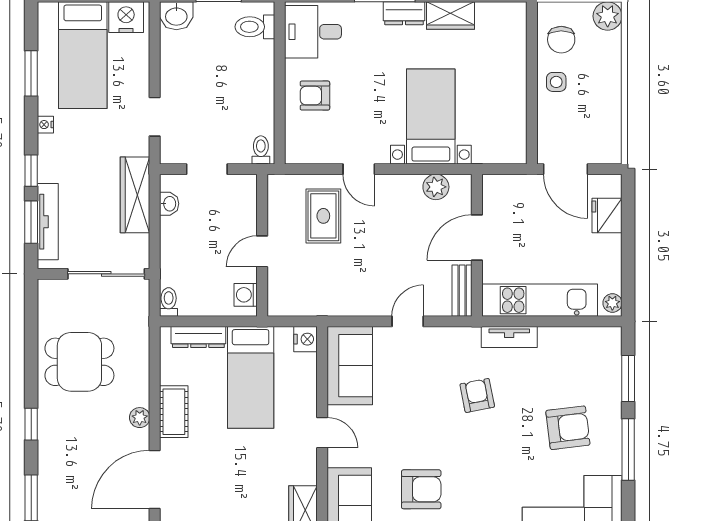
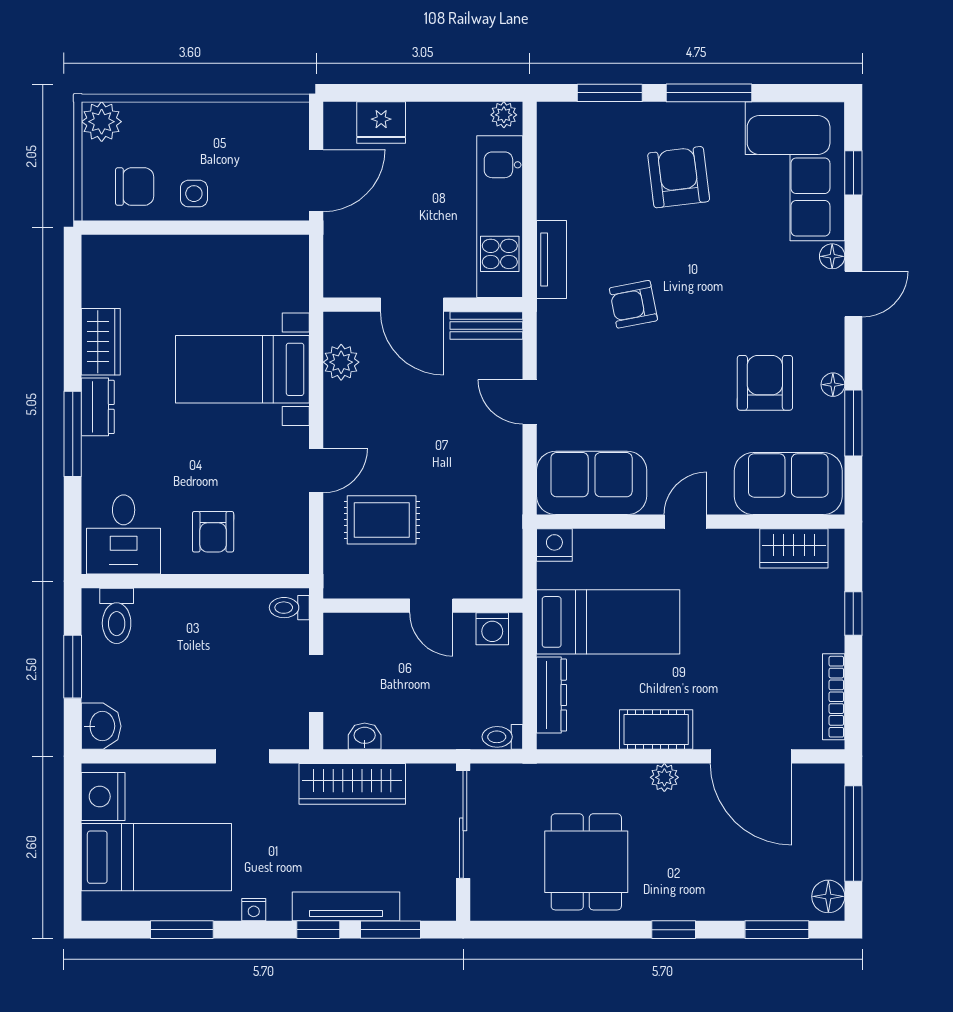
tv unit: (48, 222) -> (346, 906), moved

